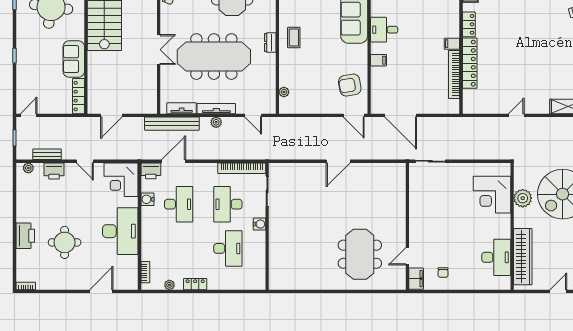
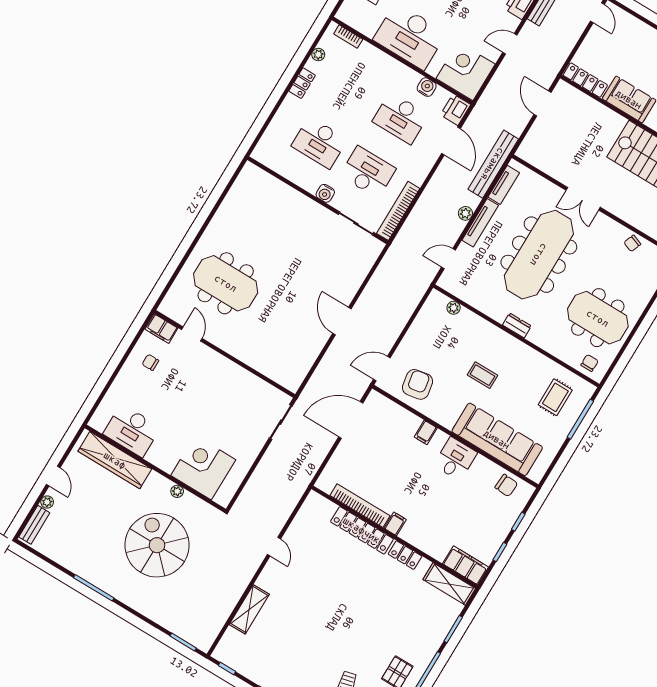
coffee table: (294, 37) -> (482, 375), moved
plant: (523, 198) -> (177, 491), width x0.53, depth x0.53

